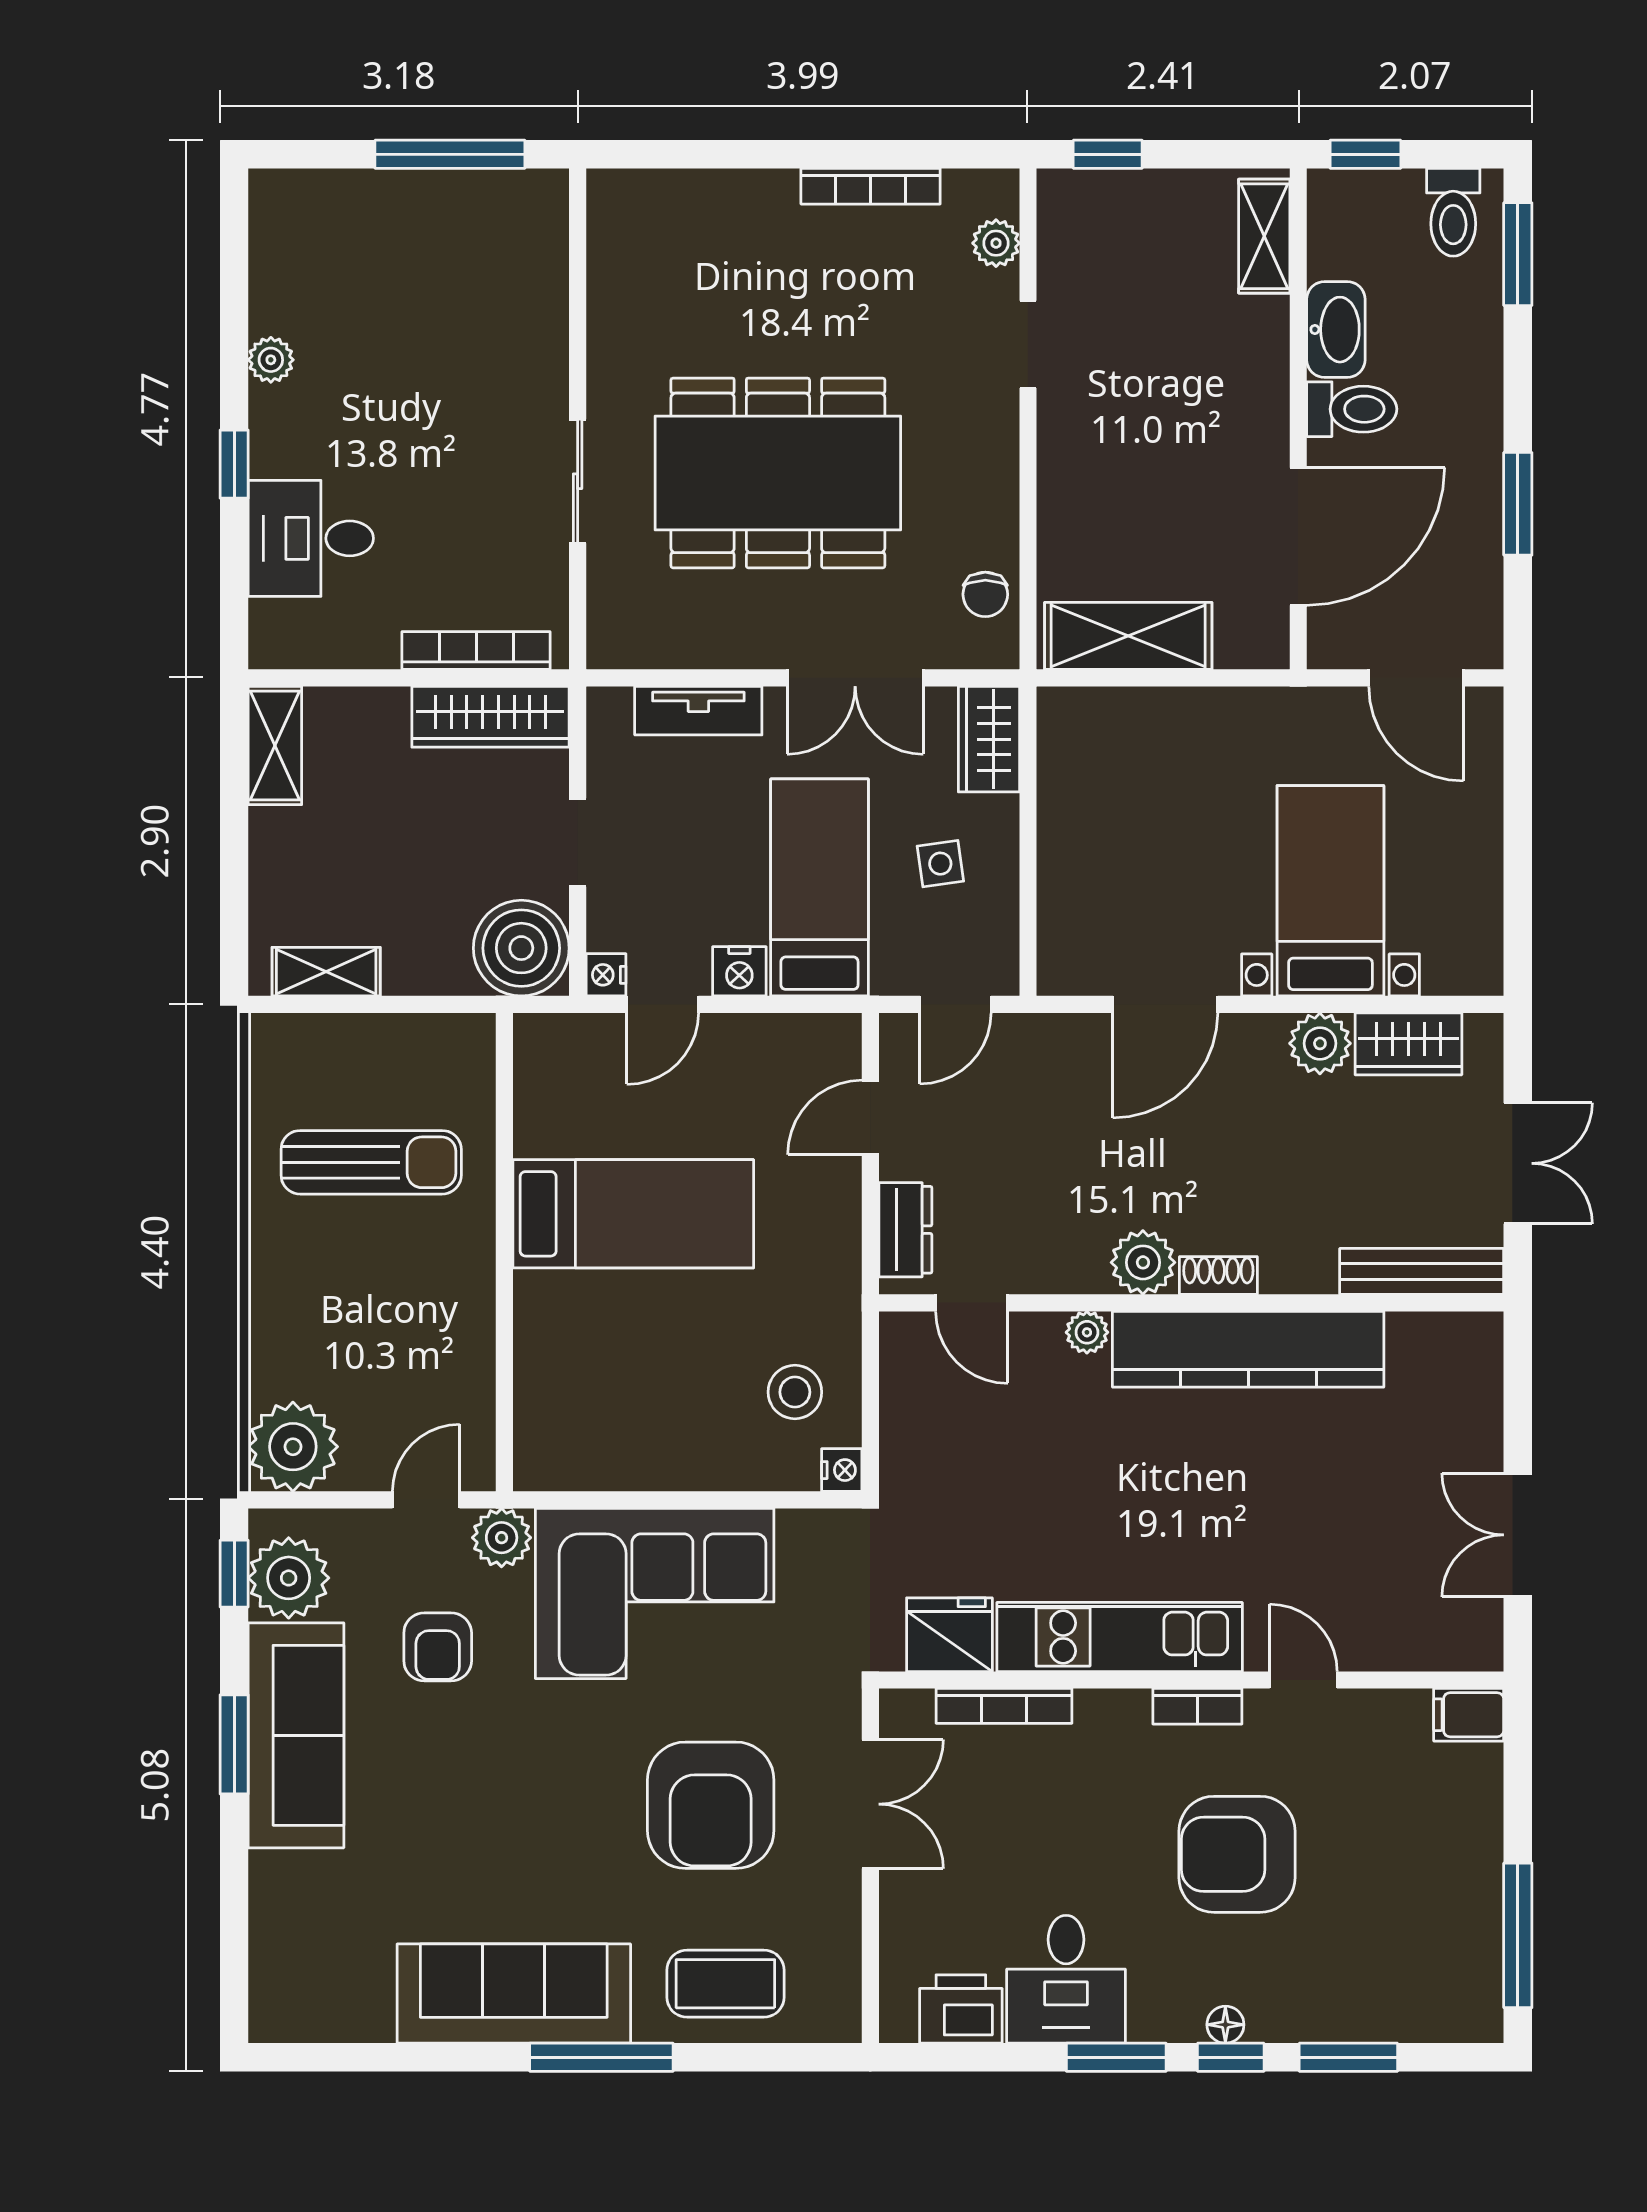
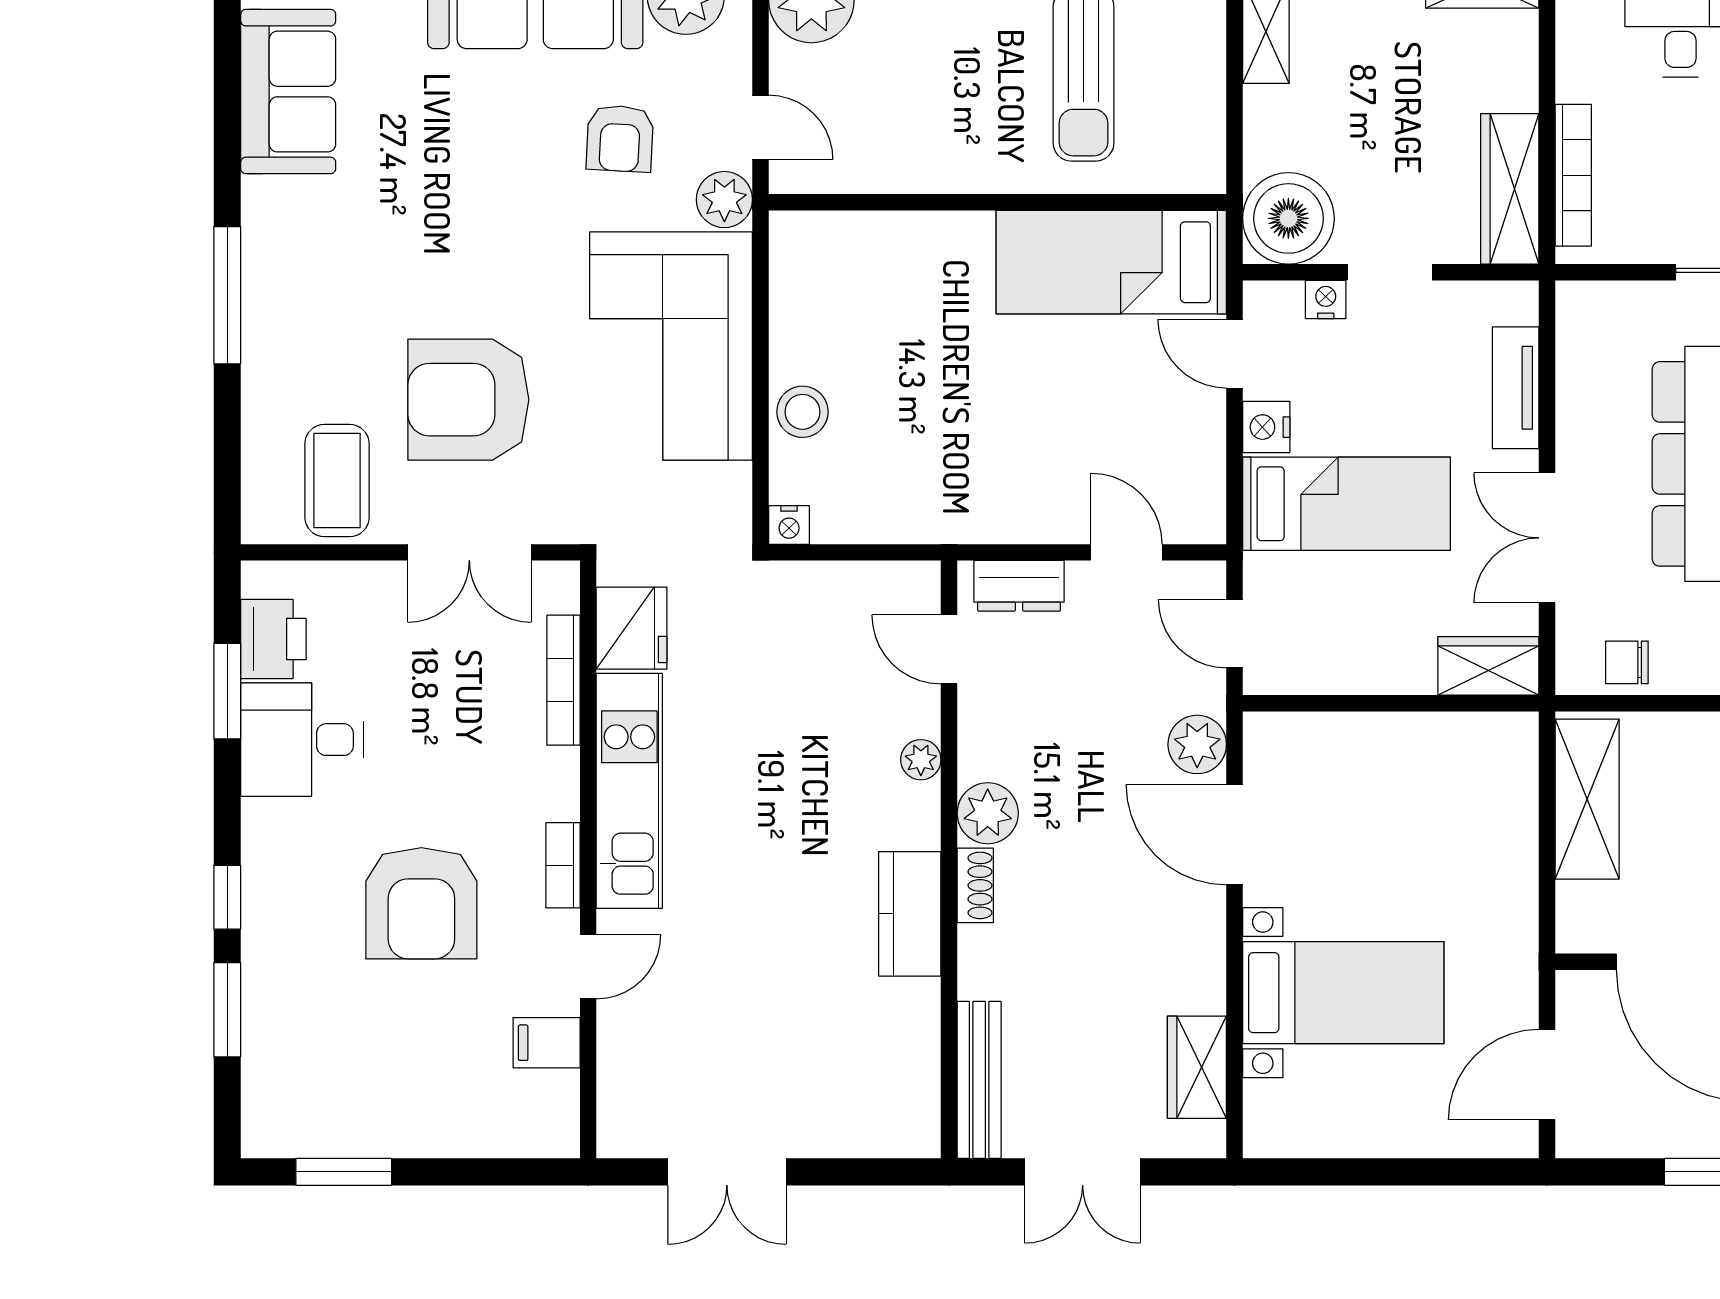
side table: (940, 864) -> (1369, 619), removed
nightstand: (606, 975) -> (1326, 299), moved
plant: (1320, 1043) -> (1197, 744), moved
bed: (633, 1214) -> (1111, 262), moved, turned 90
door: (972, 1303) -> (949, 649), hinge flipped
kitchen counter: (1248, 1349) -> (910, 914), width x0.48, depth x0.86
stool: (795, 1392) -> (802, 412), moved
double door: (1518, 1535) -> (727, 1172), swing flipped
armchair: (438, 1647) -> (620, 138), turned -87
filing cabinet: (1469, 1715) -> (547, 1043), moved, turned -90
armchair: (1237, 1854) -> (421, 903), turned 180
window: (1518, 1935) -> (344, 1172), width x0.69
coffee table: (725, 1984) -> (337, 481), moved
sofa: (514, 1994) -> (288, 92), moved, width x0.73
floor lamp: (1225, 2025) -> (258, 892), removed
window: (1116, 2057) -> (227, 691), moved

